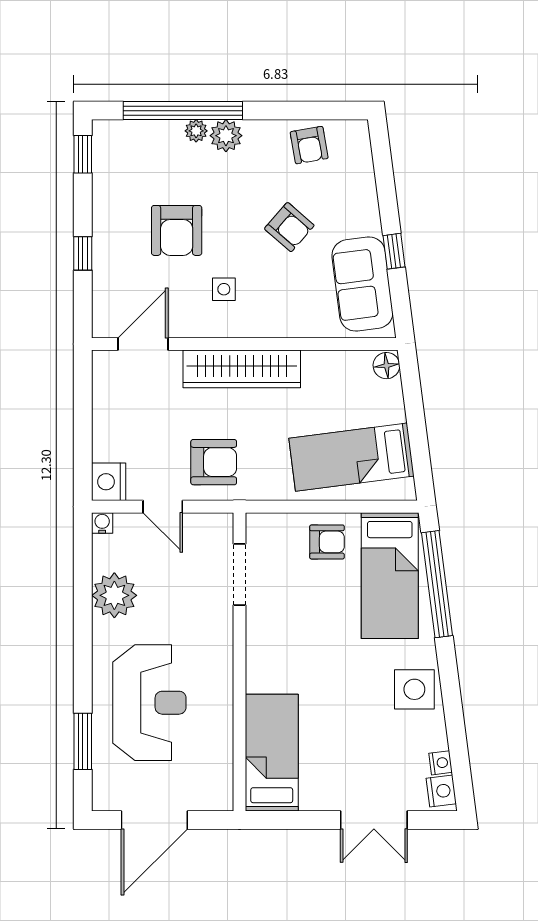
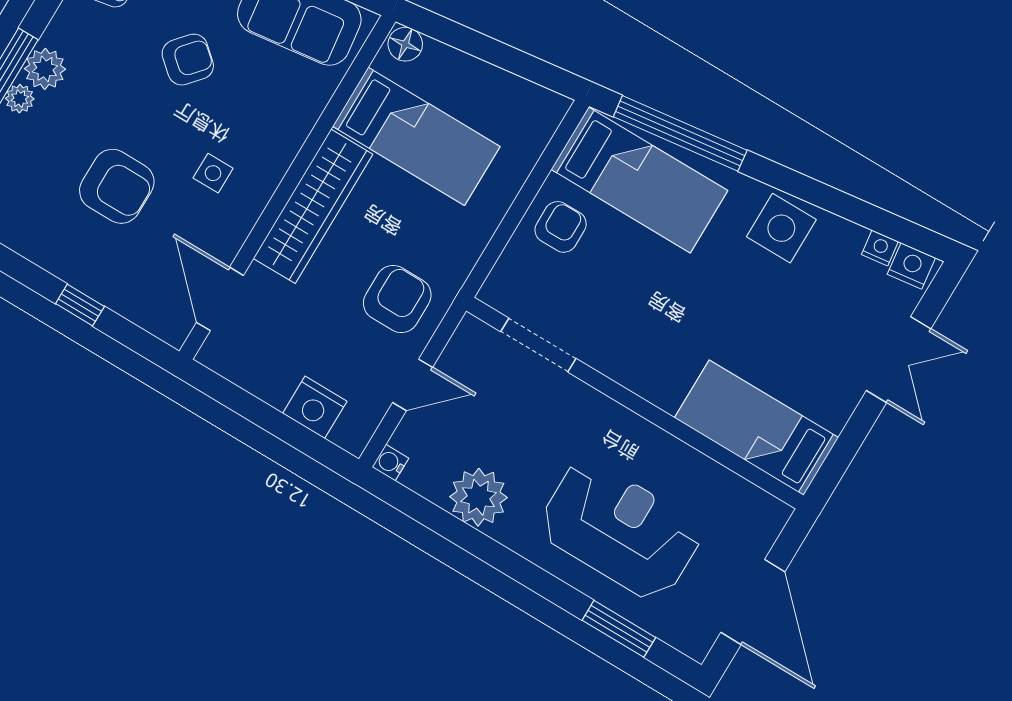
bed: (351, 457) -> (416, 136), moved, turned -83
nightstand: (109, 482) -> (315, 407), moved

